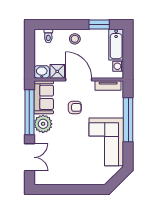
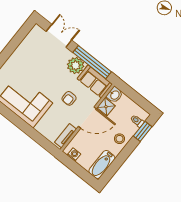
window: (99, 25) -> (143, 131), moved
bathtub: (116, 45) -> (102, 164), moved, turned -90
window: (128, 120) -> (29, 130), removed
double door: (29, 157) -> (59, 36), swing flipped

